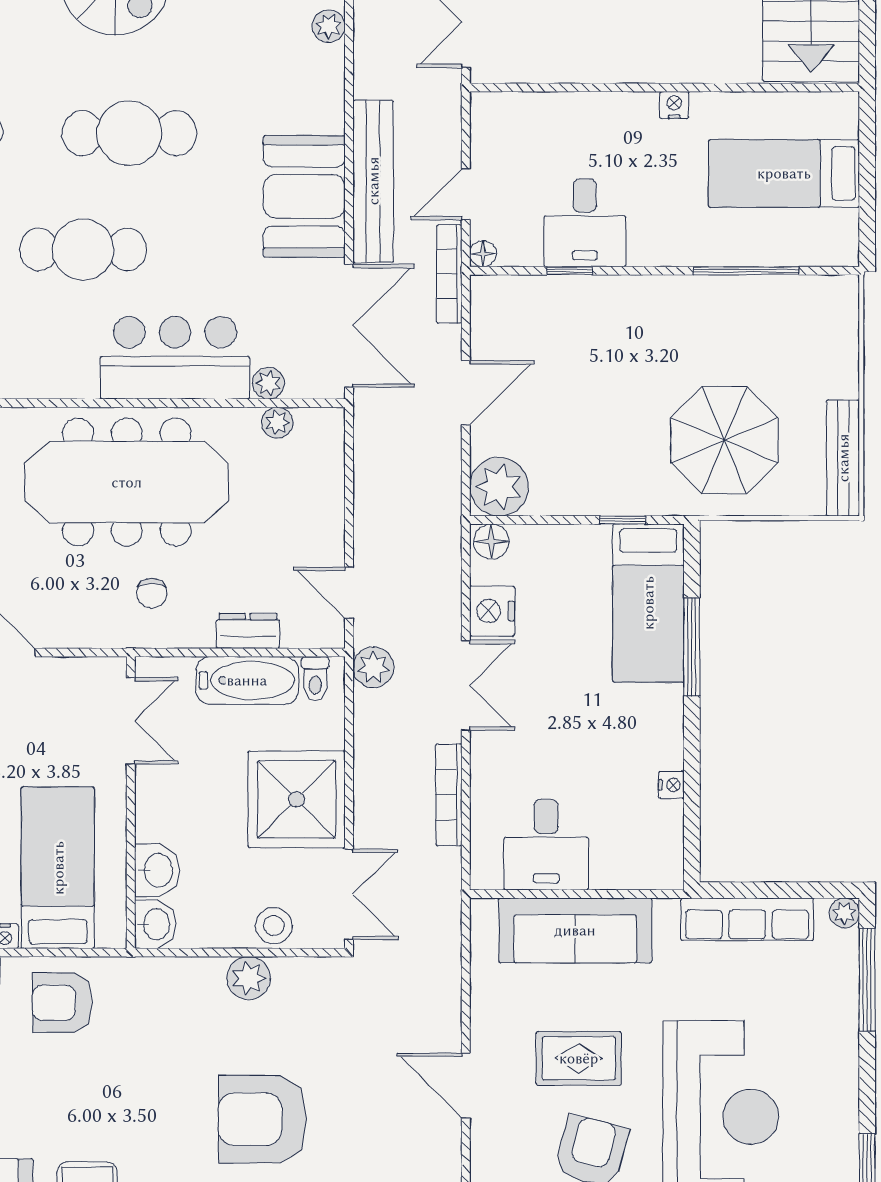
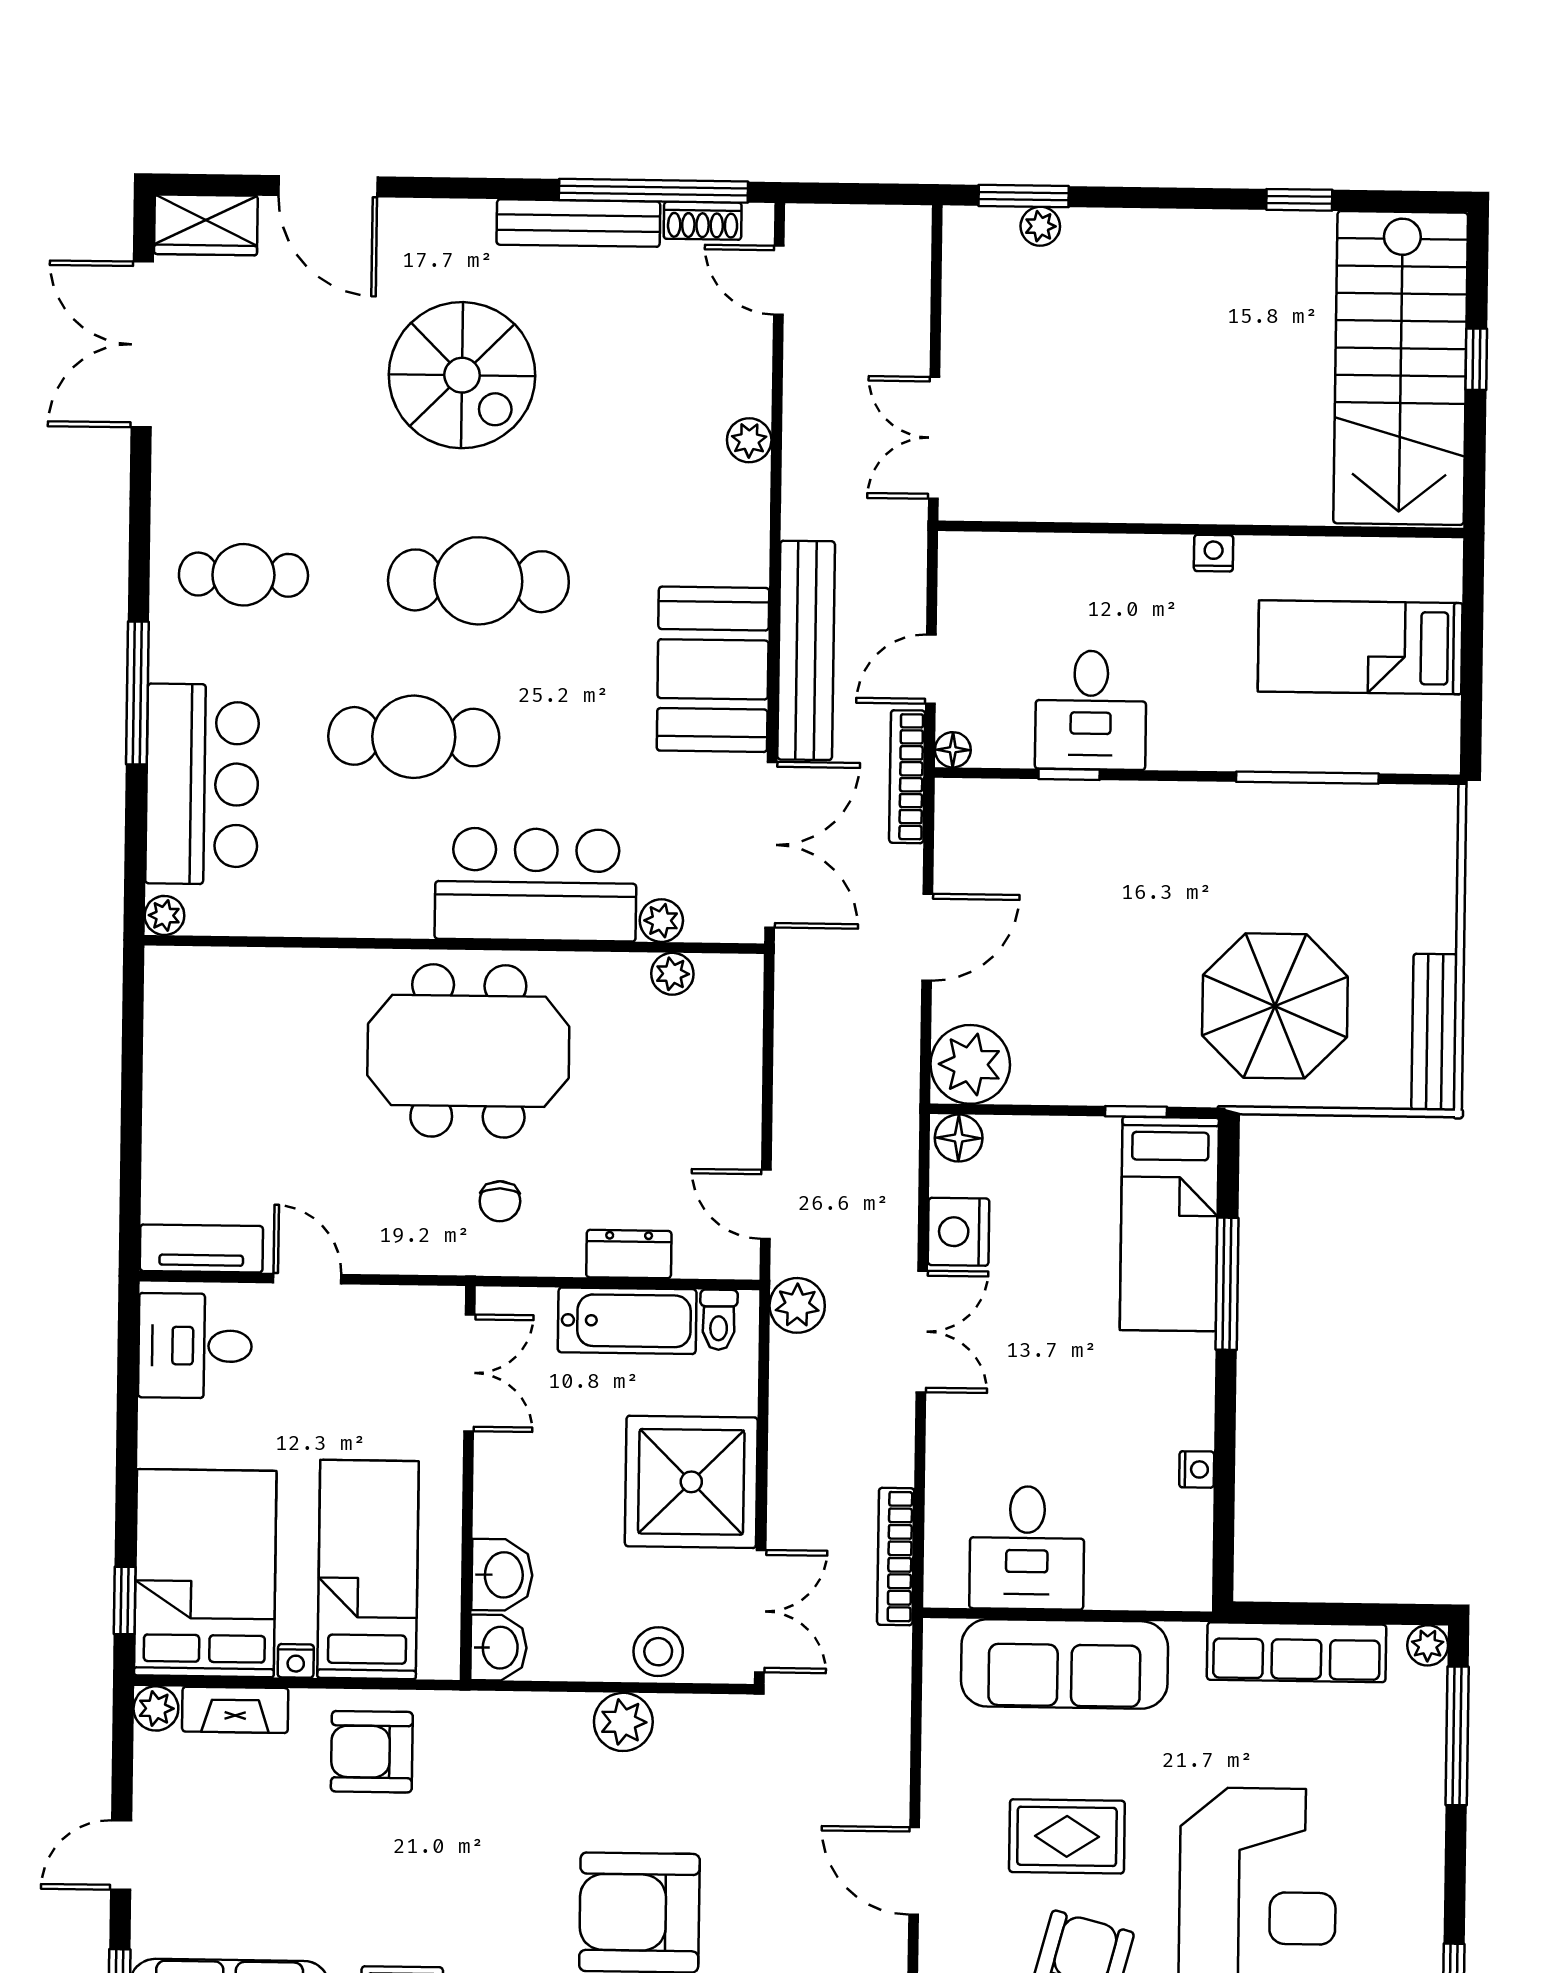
meeting table: (127, 482) -> (468, 1051), width x0.73
bookcase: (449, 795) -> (896, 1557), moved

